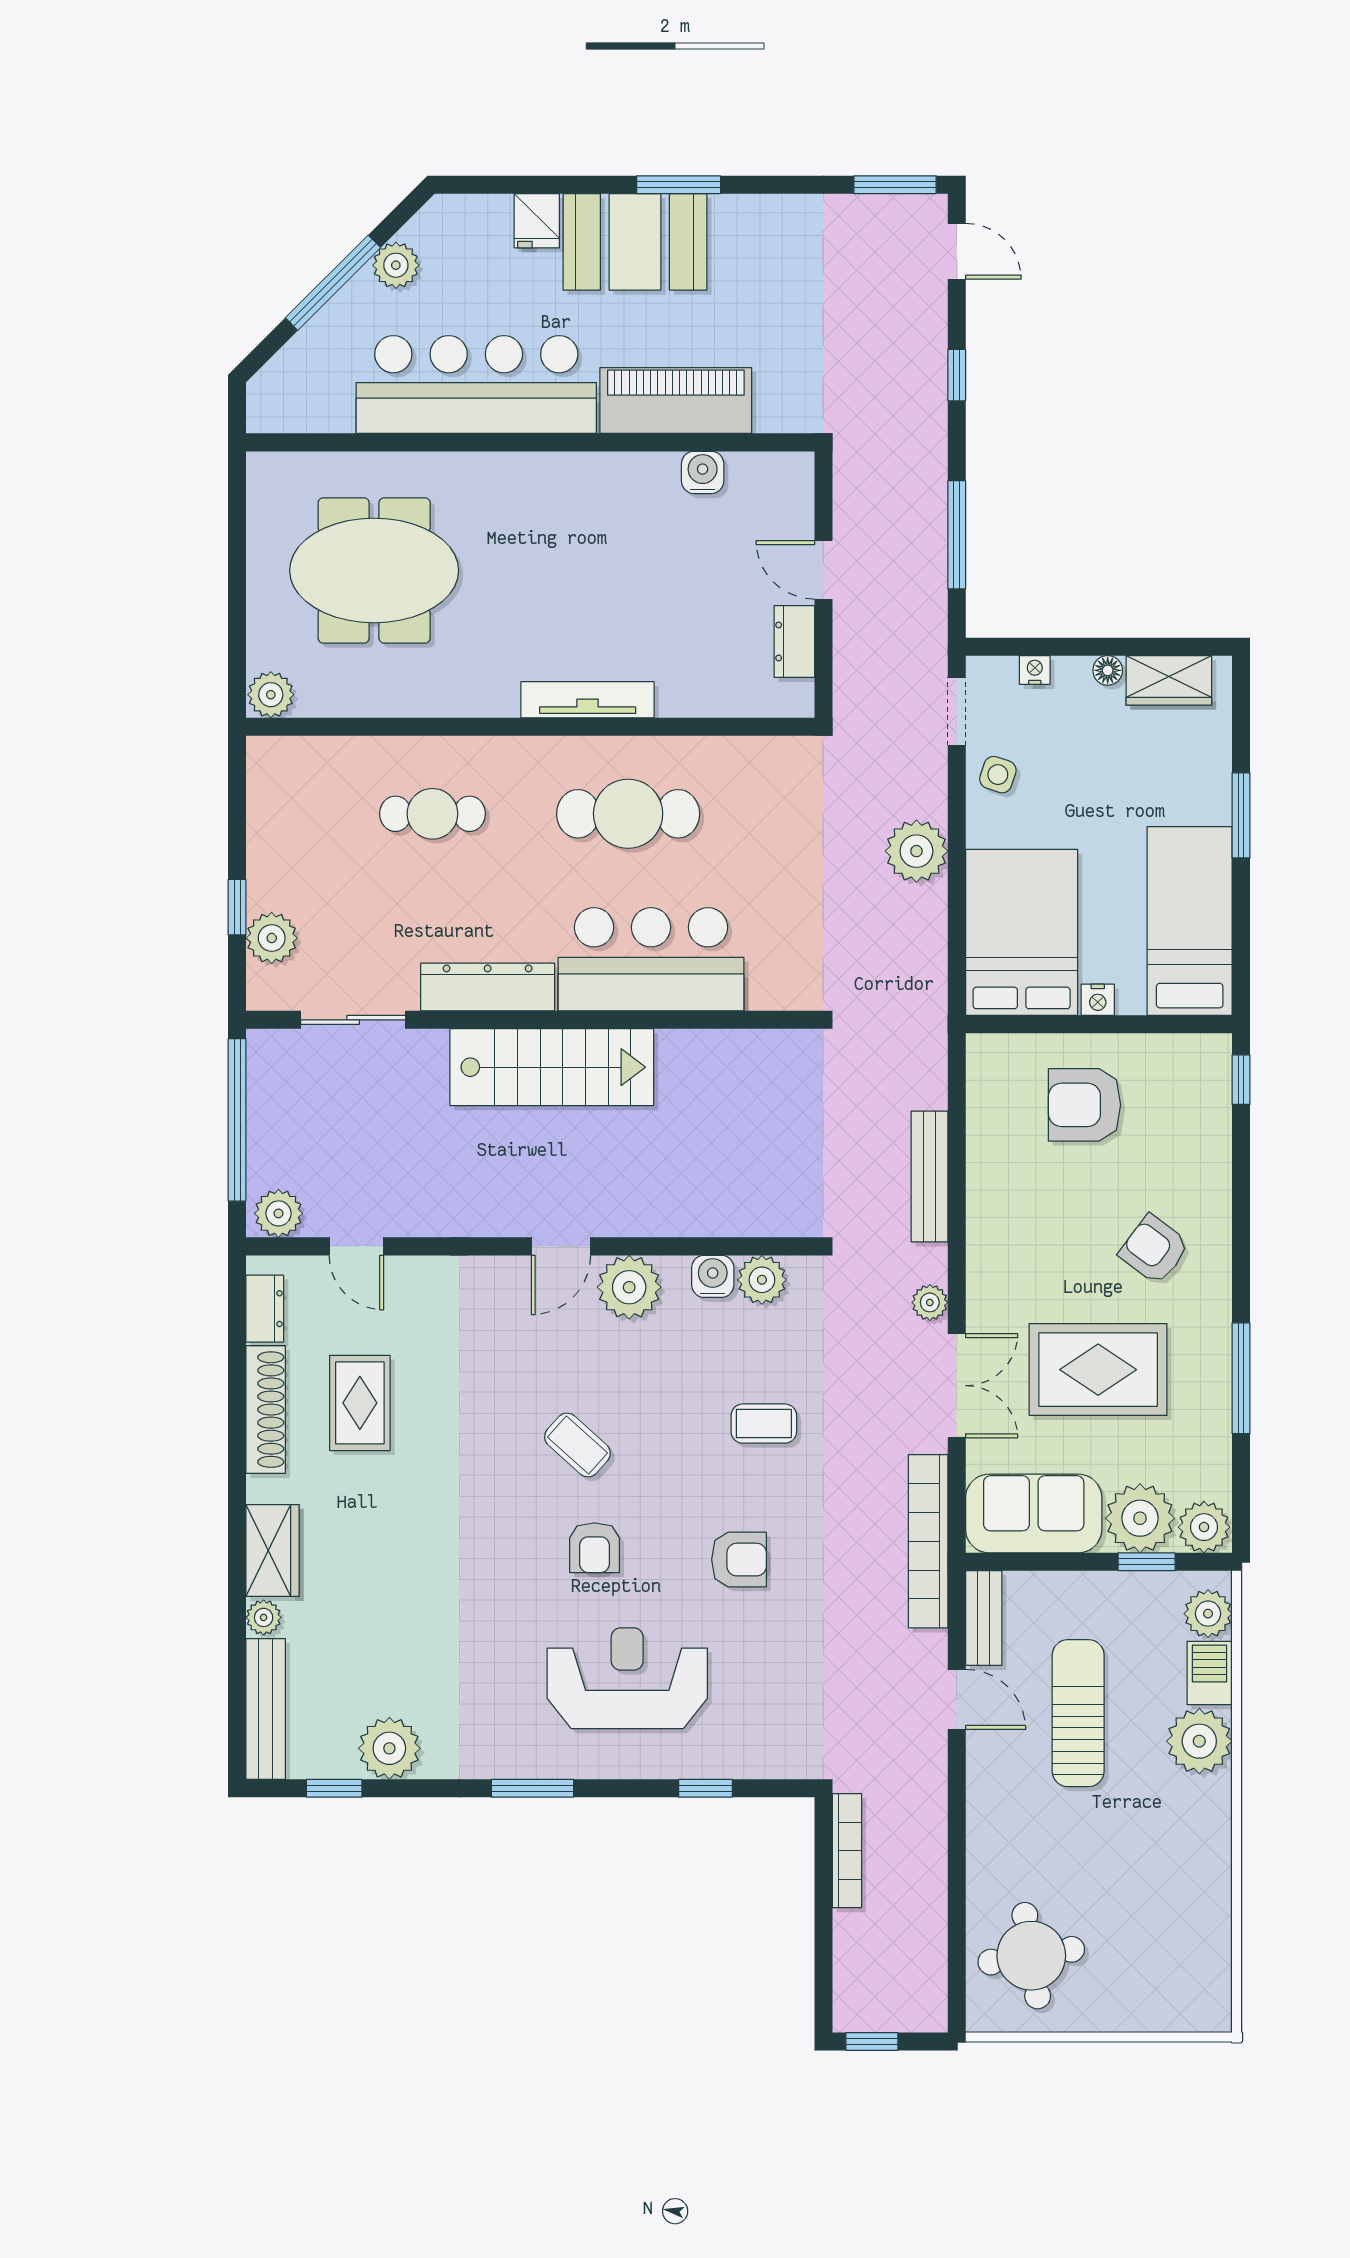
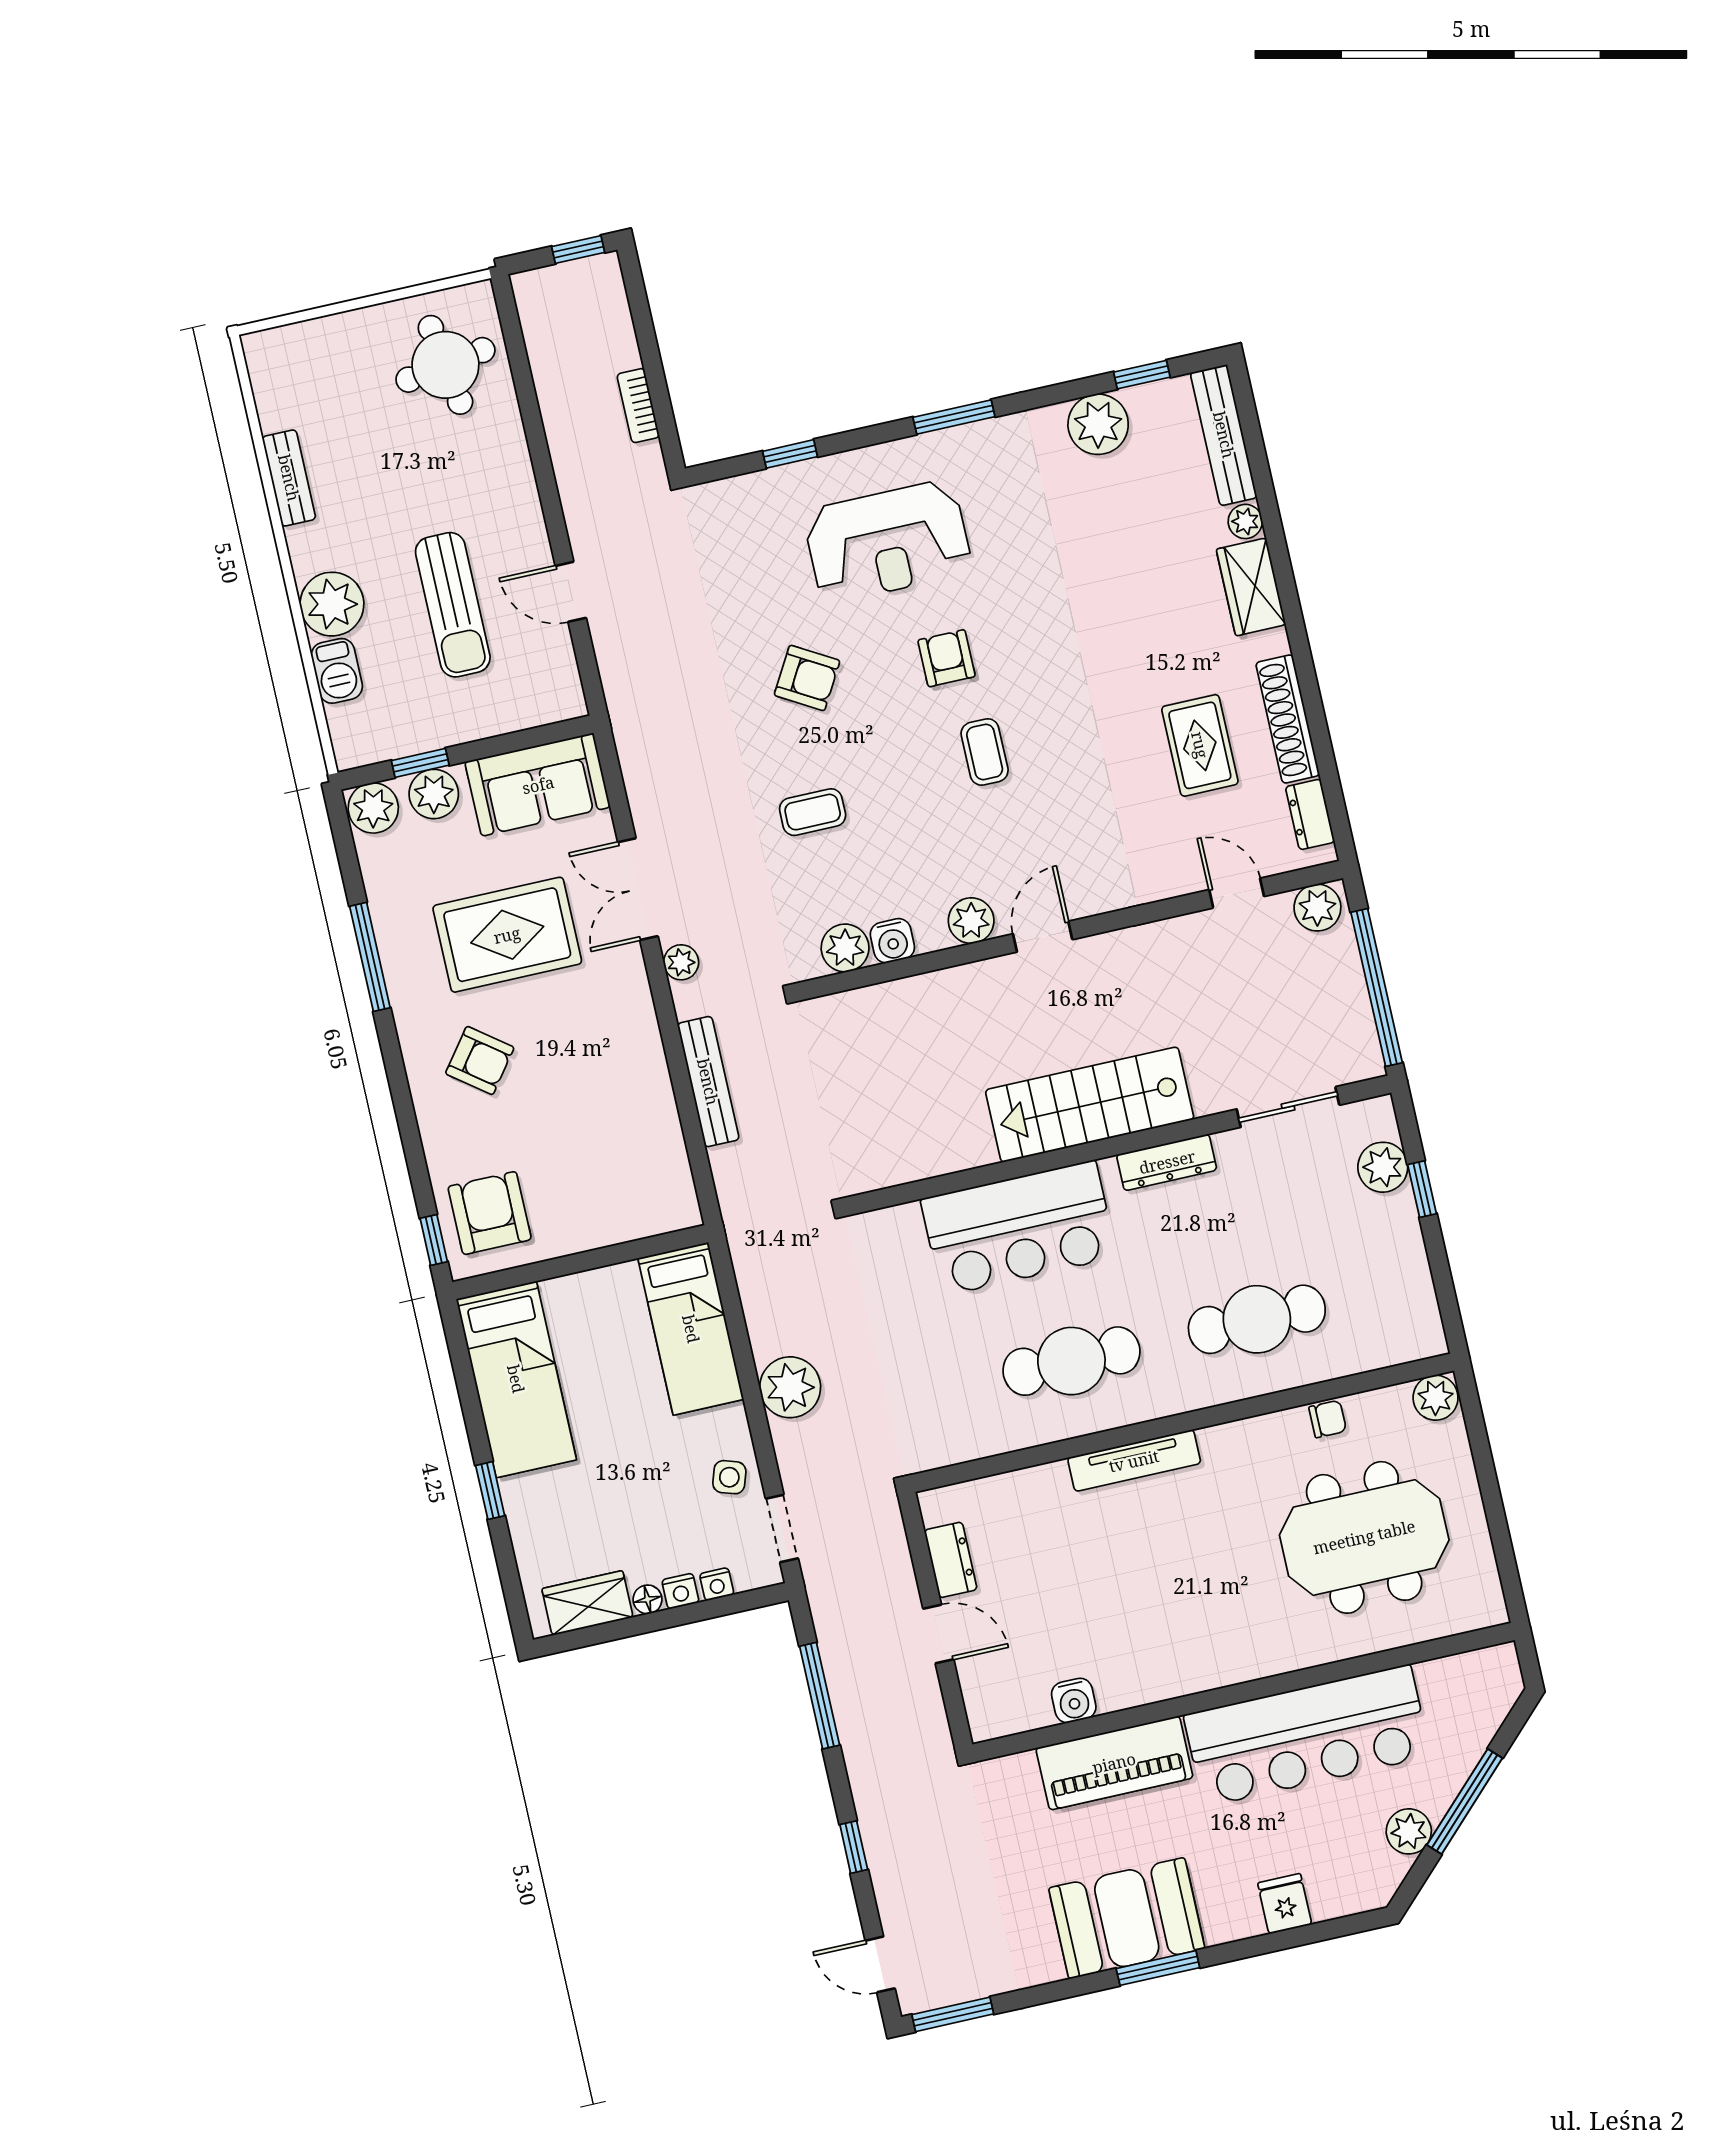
booth: (635, 242) -> (1127, 1918), moved
chair: (384, 698) -> (1328, 1419), added
cafe table: (432, 814) -> (1257, 1319), width x1.37, depth x1.35
window: (1241, 815) -> (490, 1491), width x0.67
bed: (1022, 932) -> (691, 1329), width x0.67
dresser: (488, 987) -> (1167, 1162), width x0.73, depth x0.80
nightstand: (1098, 1000) -> (680, 1591), moved, turned 180
armchair: (1085, 1105) -> (490, 1213), moved, turned -90
plant: (629, 1287) -> (971, 921), width x0.73, depth x0.73
coffee table: (577, 1445) -> (985, 752), turned 48
plant: (1140, 1518) -> (434, 794), width x0.73, depth x0.73
bookcase: (928, 1541) -> (632, 736), removed
armchair: (739, 1560) -> (807, 678), turned -150
plant: (1208, 1614) -> (351, 727), removed
bench: (984, 1618) -> (289, 478), moved
bookcase: (847, 1851) -> (638, 406), width x0.64

